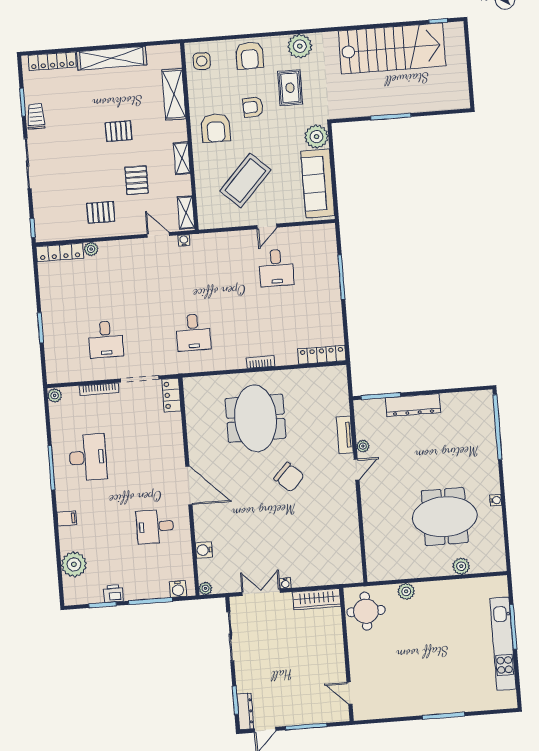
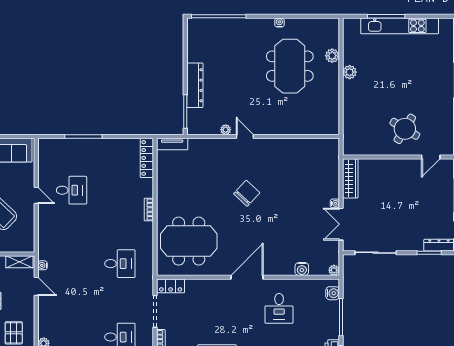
door: (158, 235) -> (36, 286), swing flipped
meeting table: (256, 418) -> (189, 241), moved
tv unit: (345, 435) -> (172, 144), moved
plant: (406, 591) -> (350, 72), moved
round table: (366, 611) -> (405, 129), moved, turned 31

